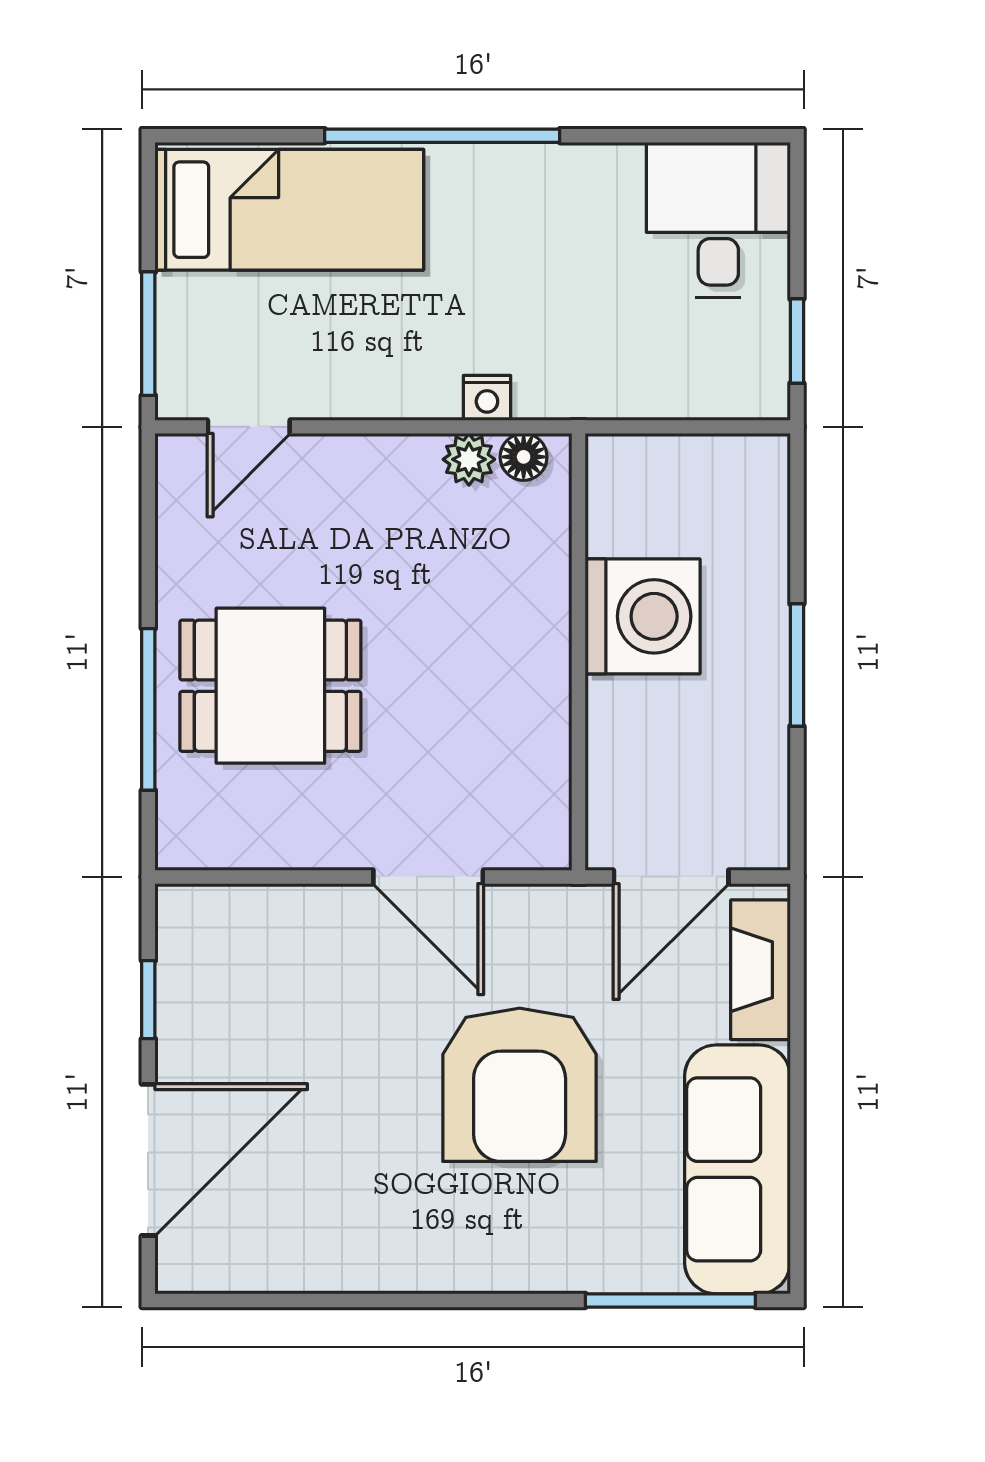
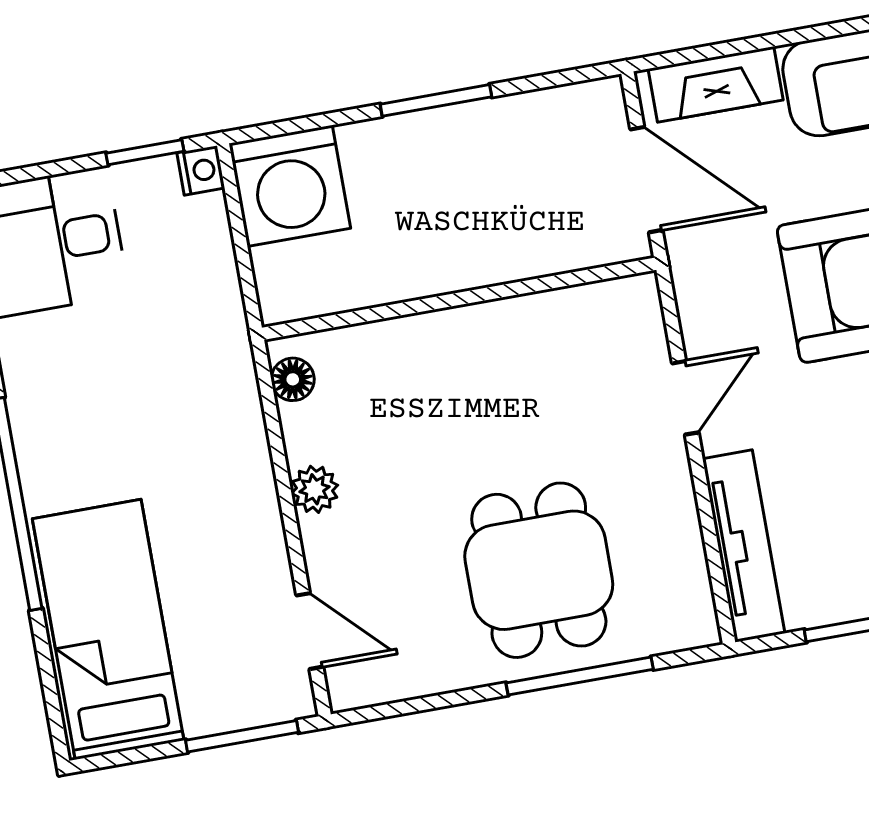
nightstand: (487, 398) -> (201, 170), moved
plant: (469, 459) -> (315, 489), moved
washing machine: (643, 616) -> (290, 186), moved, turned 180
door: (428, 877) -> (685, 398), width x0.73
tv unit: (257, 911) -> (744, 546), added

